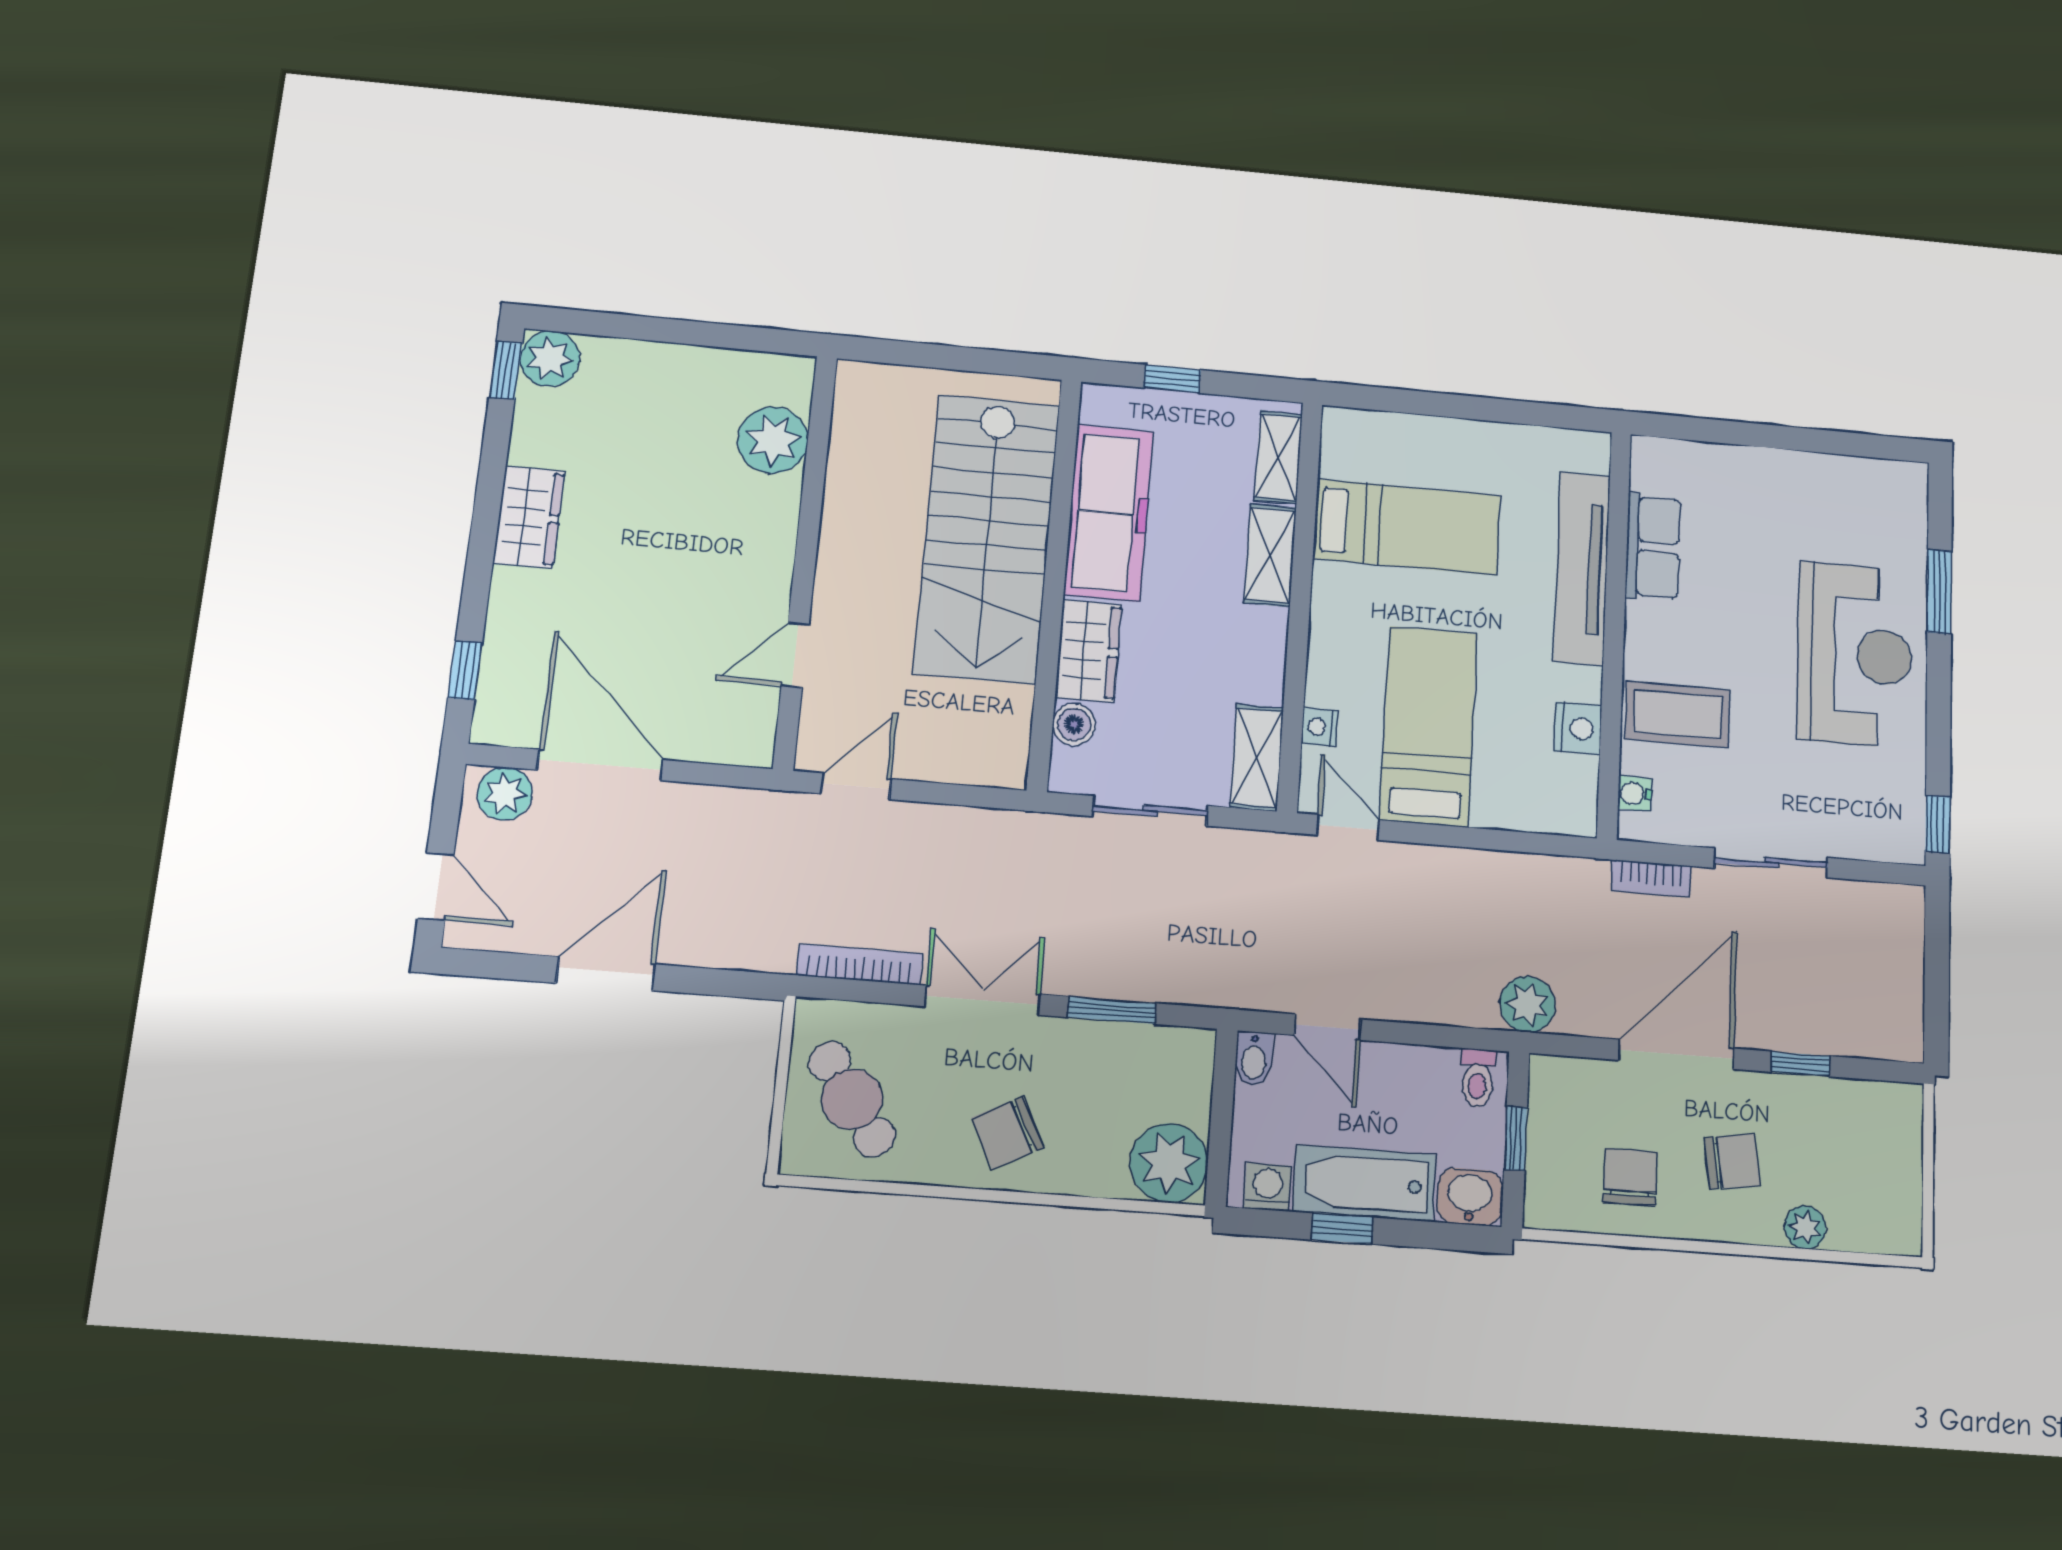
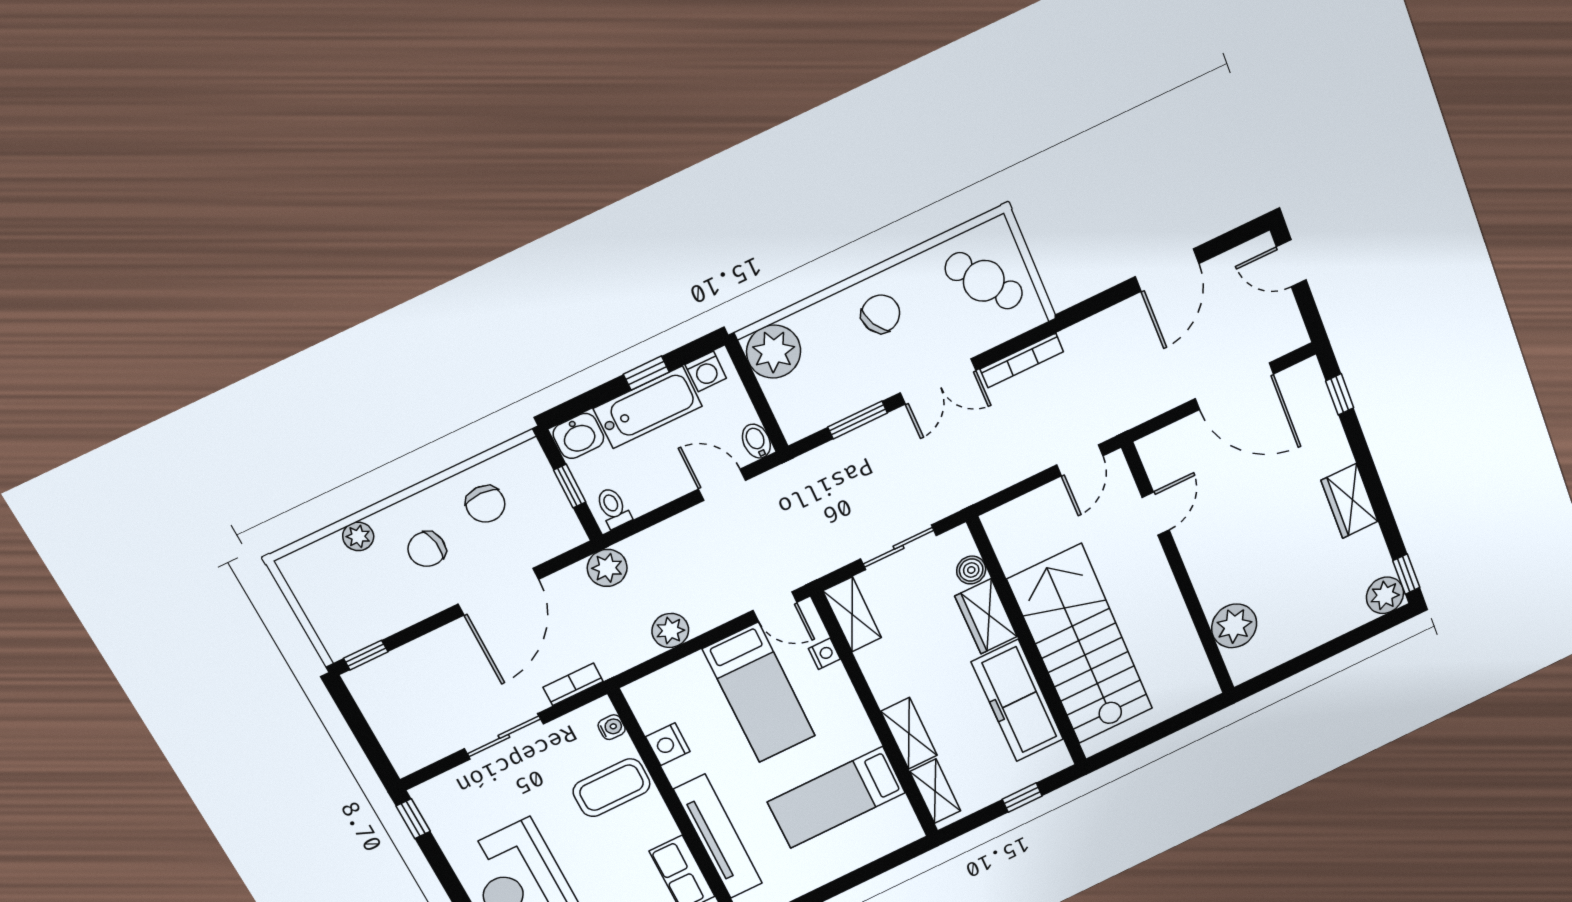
plant: (505, 794) -> (670, 630), moved
window: (1801, 1064) -> (366, 655), moved

